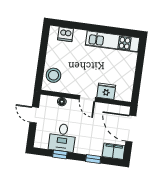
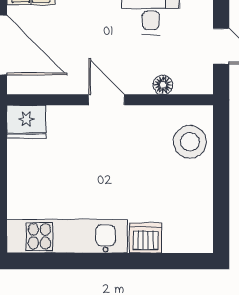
dishwasher: (65, 34) -> (146, 238), moved
fridge: (106, 91) -> (26, 122), moved

